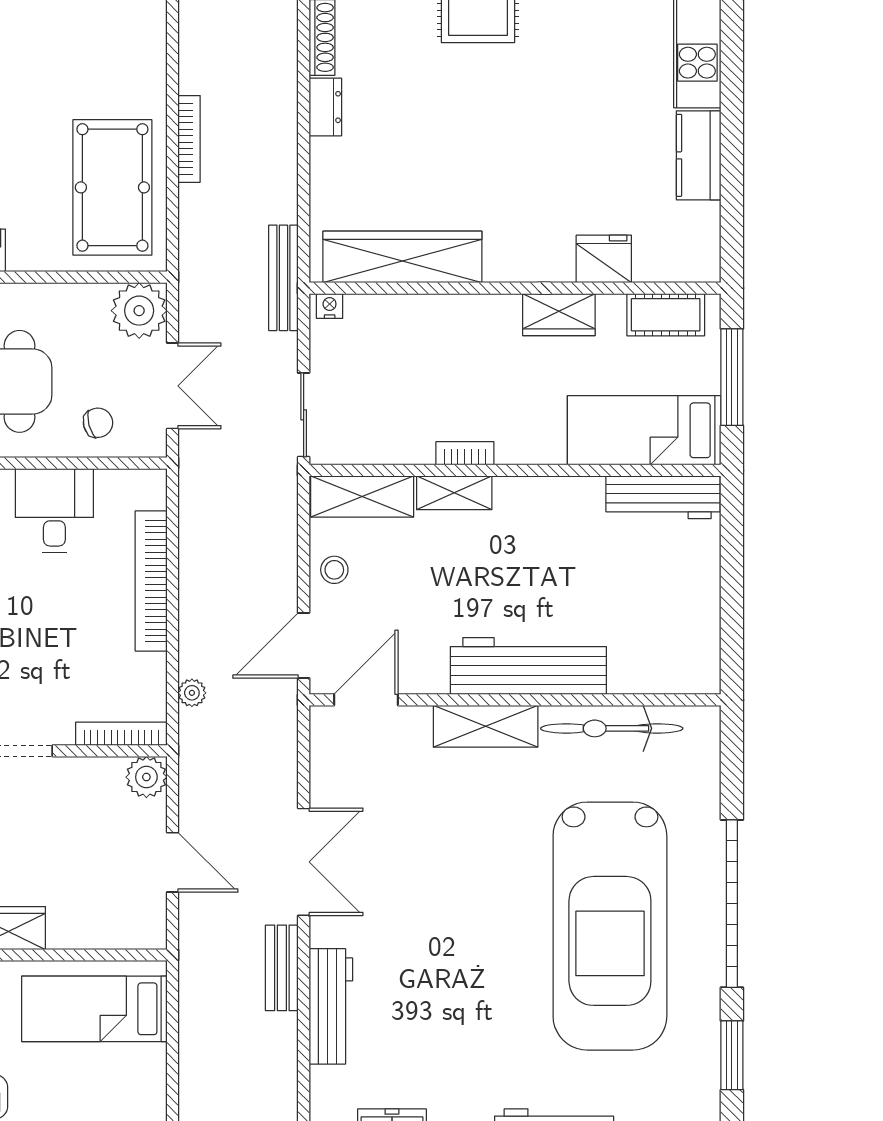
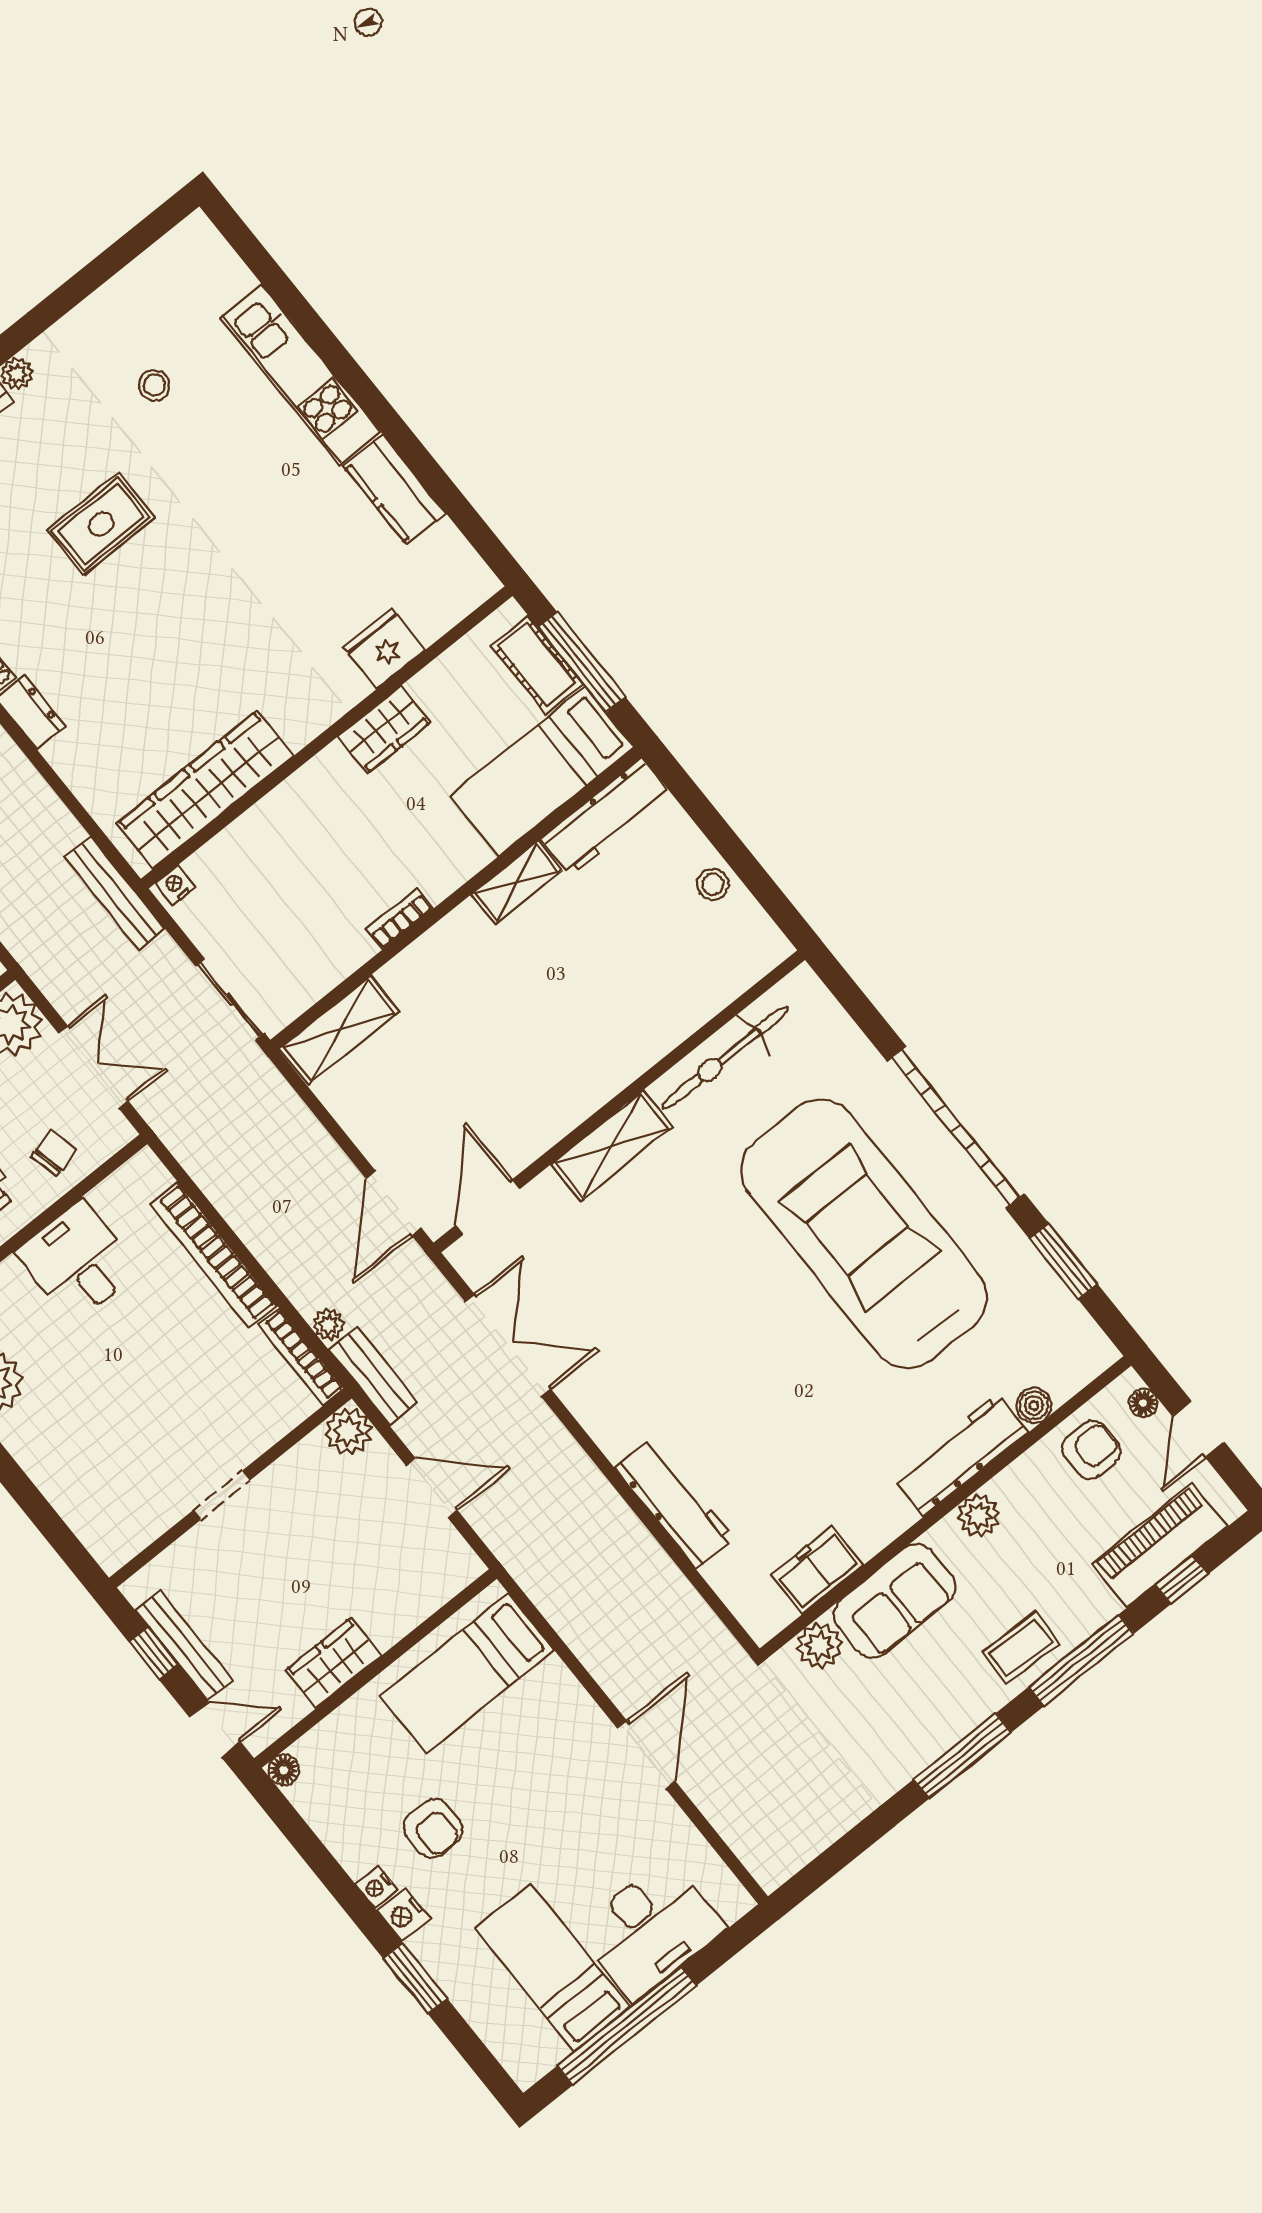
cot: (666, 315) -> (537, 664), moved, turned 90
shelving: (454, 493) -> (517, 882), moved
stool: (334, 570) -> (713, 884), moved
workbench: (528, 666) -> (607, 1062), removed
bookcase: (121, 734) -> (301, 1357), moved, turned -90
double door: (304, 862) -> (508, 1346), moved
car: (610, 926) -> (864, 1234), turned 180
bench: (282, 968) -> (373, 1376), moved

